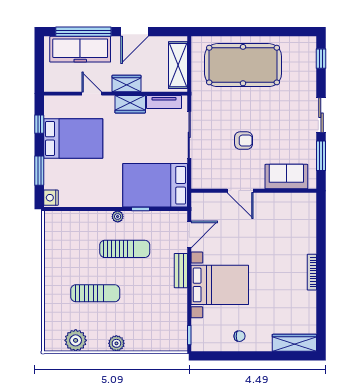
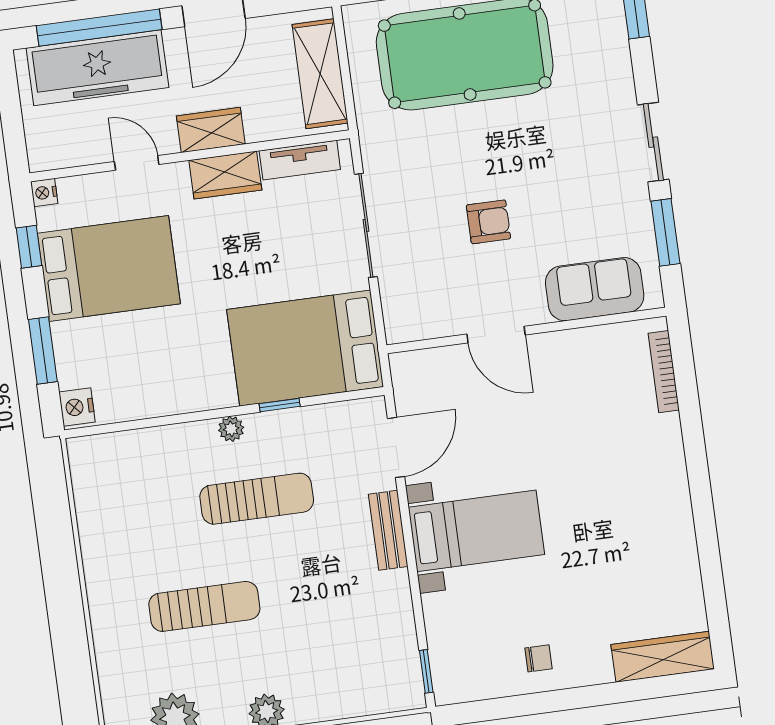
nightstand: (49, 101) -> (44, 193), added
bookcase: (312, 272) -> (664, 372), moved
bed with nightstands: (220, 285) -> (476, 531), width x0.73

